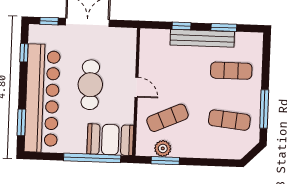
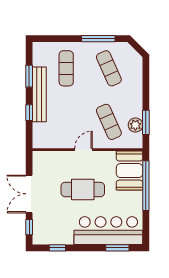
bar counter: (42, 98) -> (108, 231), width x0.73
exercise mat: (229, 120) -> (109, 68), turned -30

